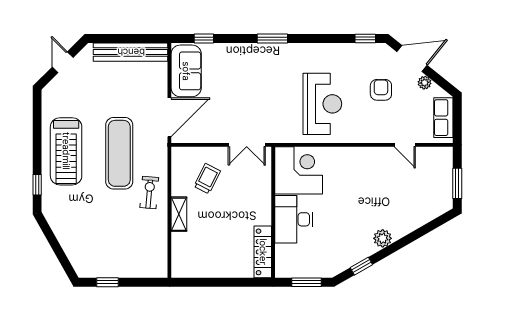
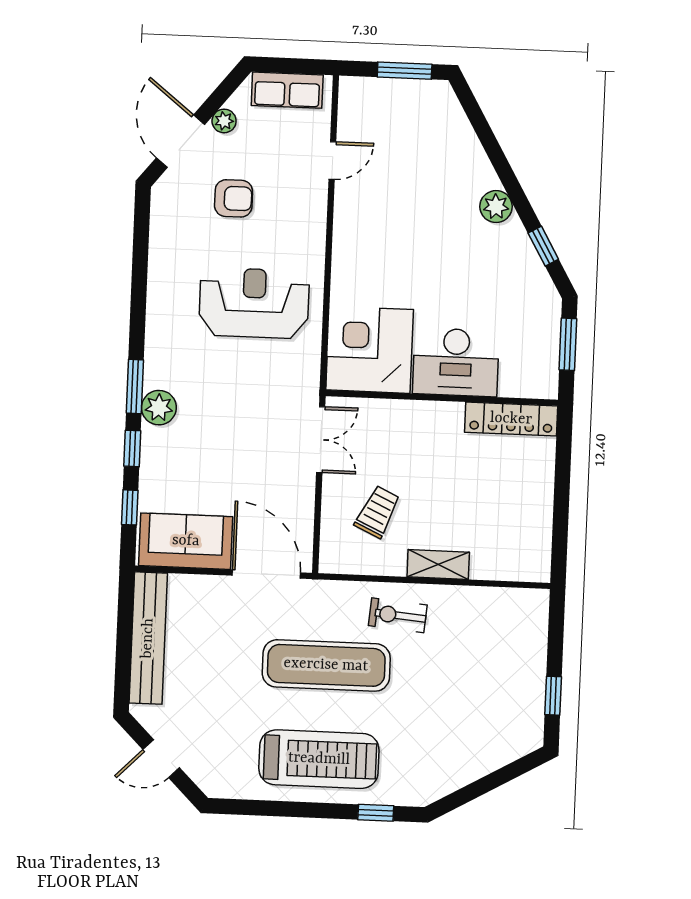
window: (365, 38) -> (132, 448), moved
plant: (261, 53) -> (159, 408), added
armchair: (381, 90) -> (234, 198), turned 180
trolley: (207, 179) -> (377, 512), turned 88

